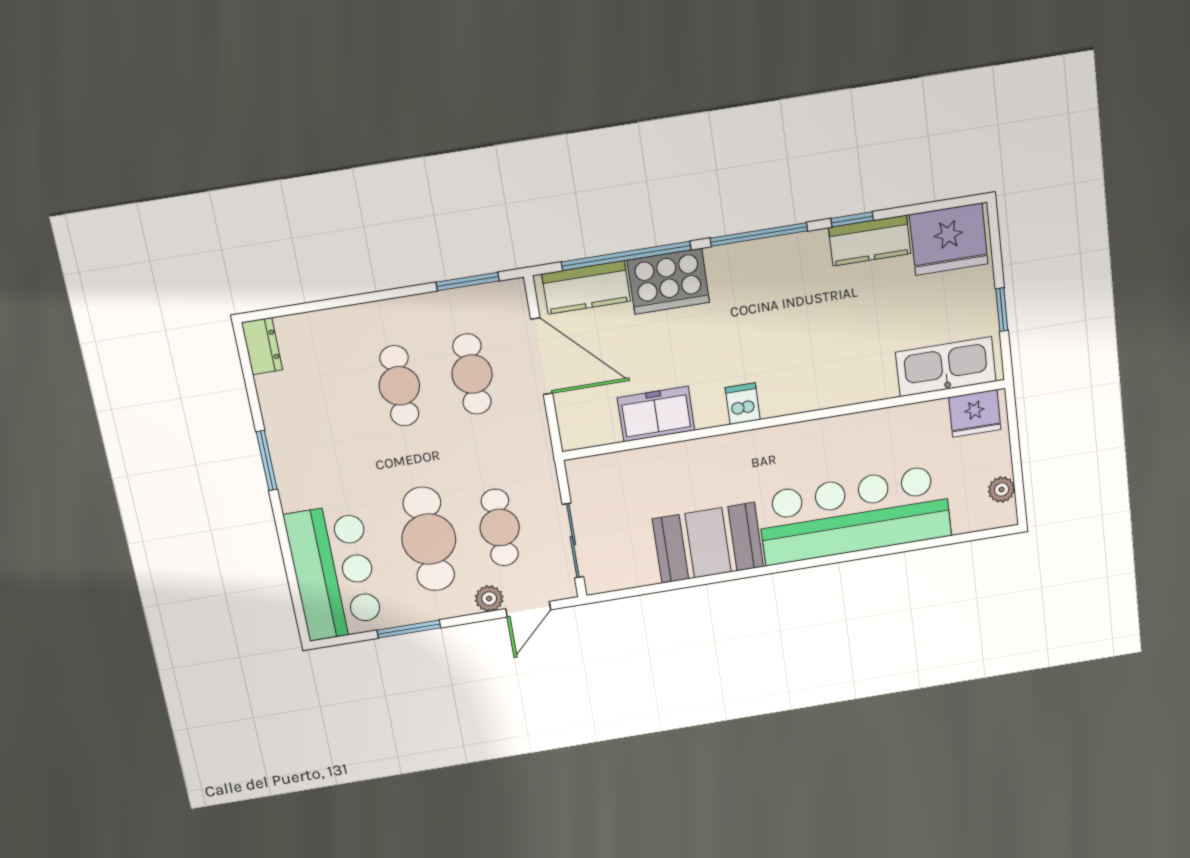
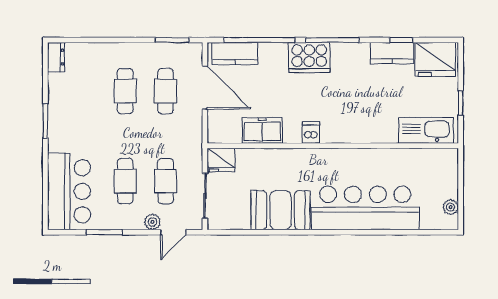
window: (852, 219) -> (401, 40), moved
cooker: (668, 281) -> (309, 57), moved
fridge: (975, 413) -> (221, 160), moved
cafe table: (429, 539) -> (125, 181), width x0.73, depth x0.74

